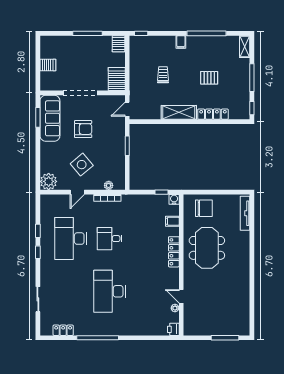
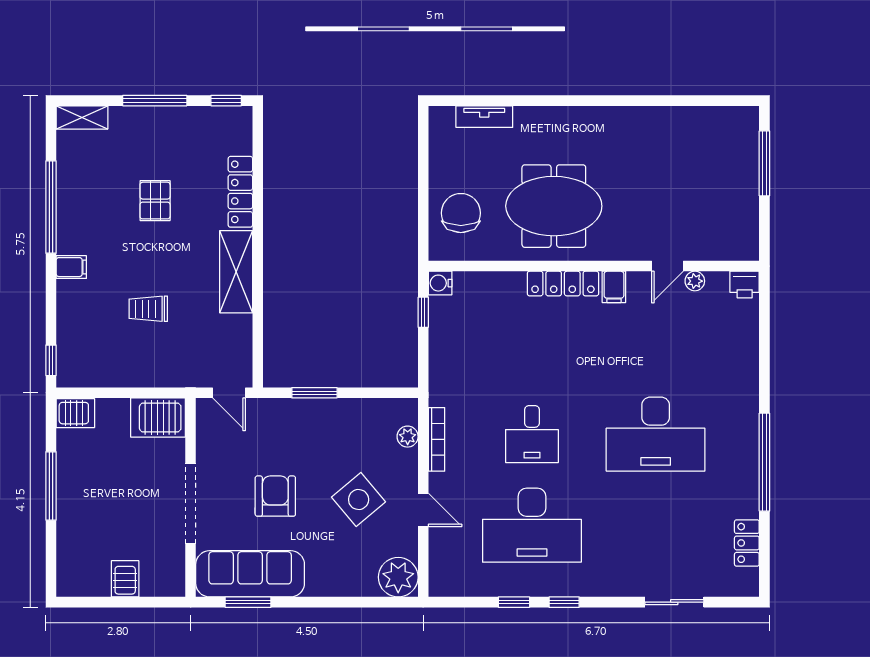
tv unit: (245, 213) -> (484, 117), width x0.71
filing cabinet: (172, 221) -> (614, 287), moved

